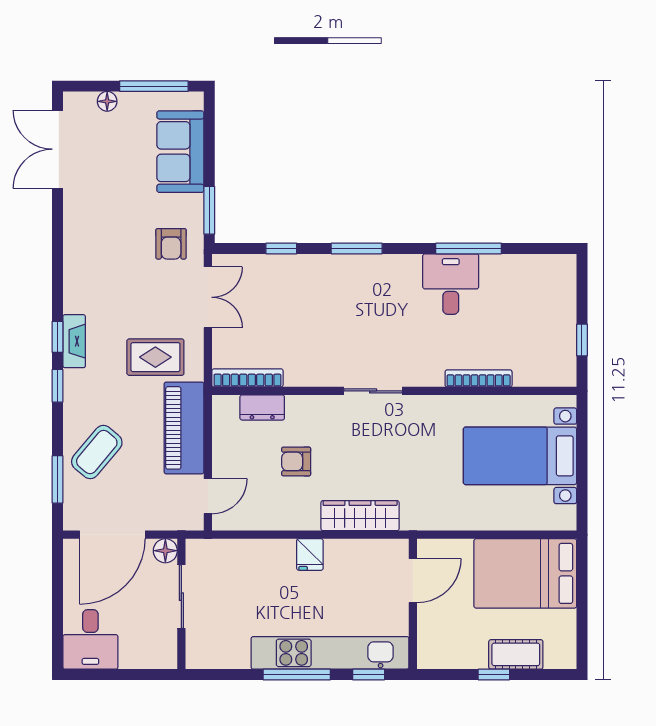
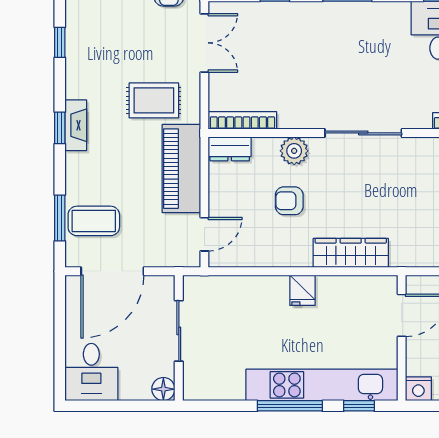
window: (58, 337) -> (60, 42), moved
fireplace: (74, 341) -> (76, 125), moved
sliding door: (373, 391) -> (363, 133), width x1.37
dresser: (262, 407) -> (230, 149), moved
plant: (301, 410) -> (294, 151), added
coffee table: (97, 452) -> (94, 221), moved, turned 50
floor lamp: (165, 551) -> (163, 389), moved
nightstand: (430, 657) -> (418, 389), added

